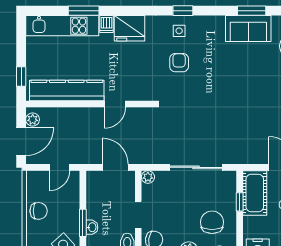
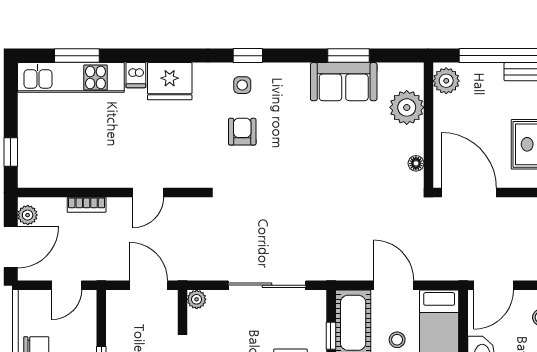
window: (84, 11) -> (77, 56), moved
kitchen counter: (67, 90) -> (78, 173), removed
bookcase: (73, 112) -> (87, 205), added

